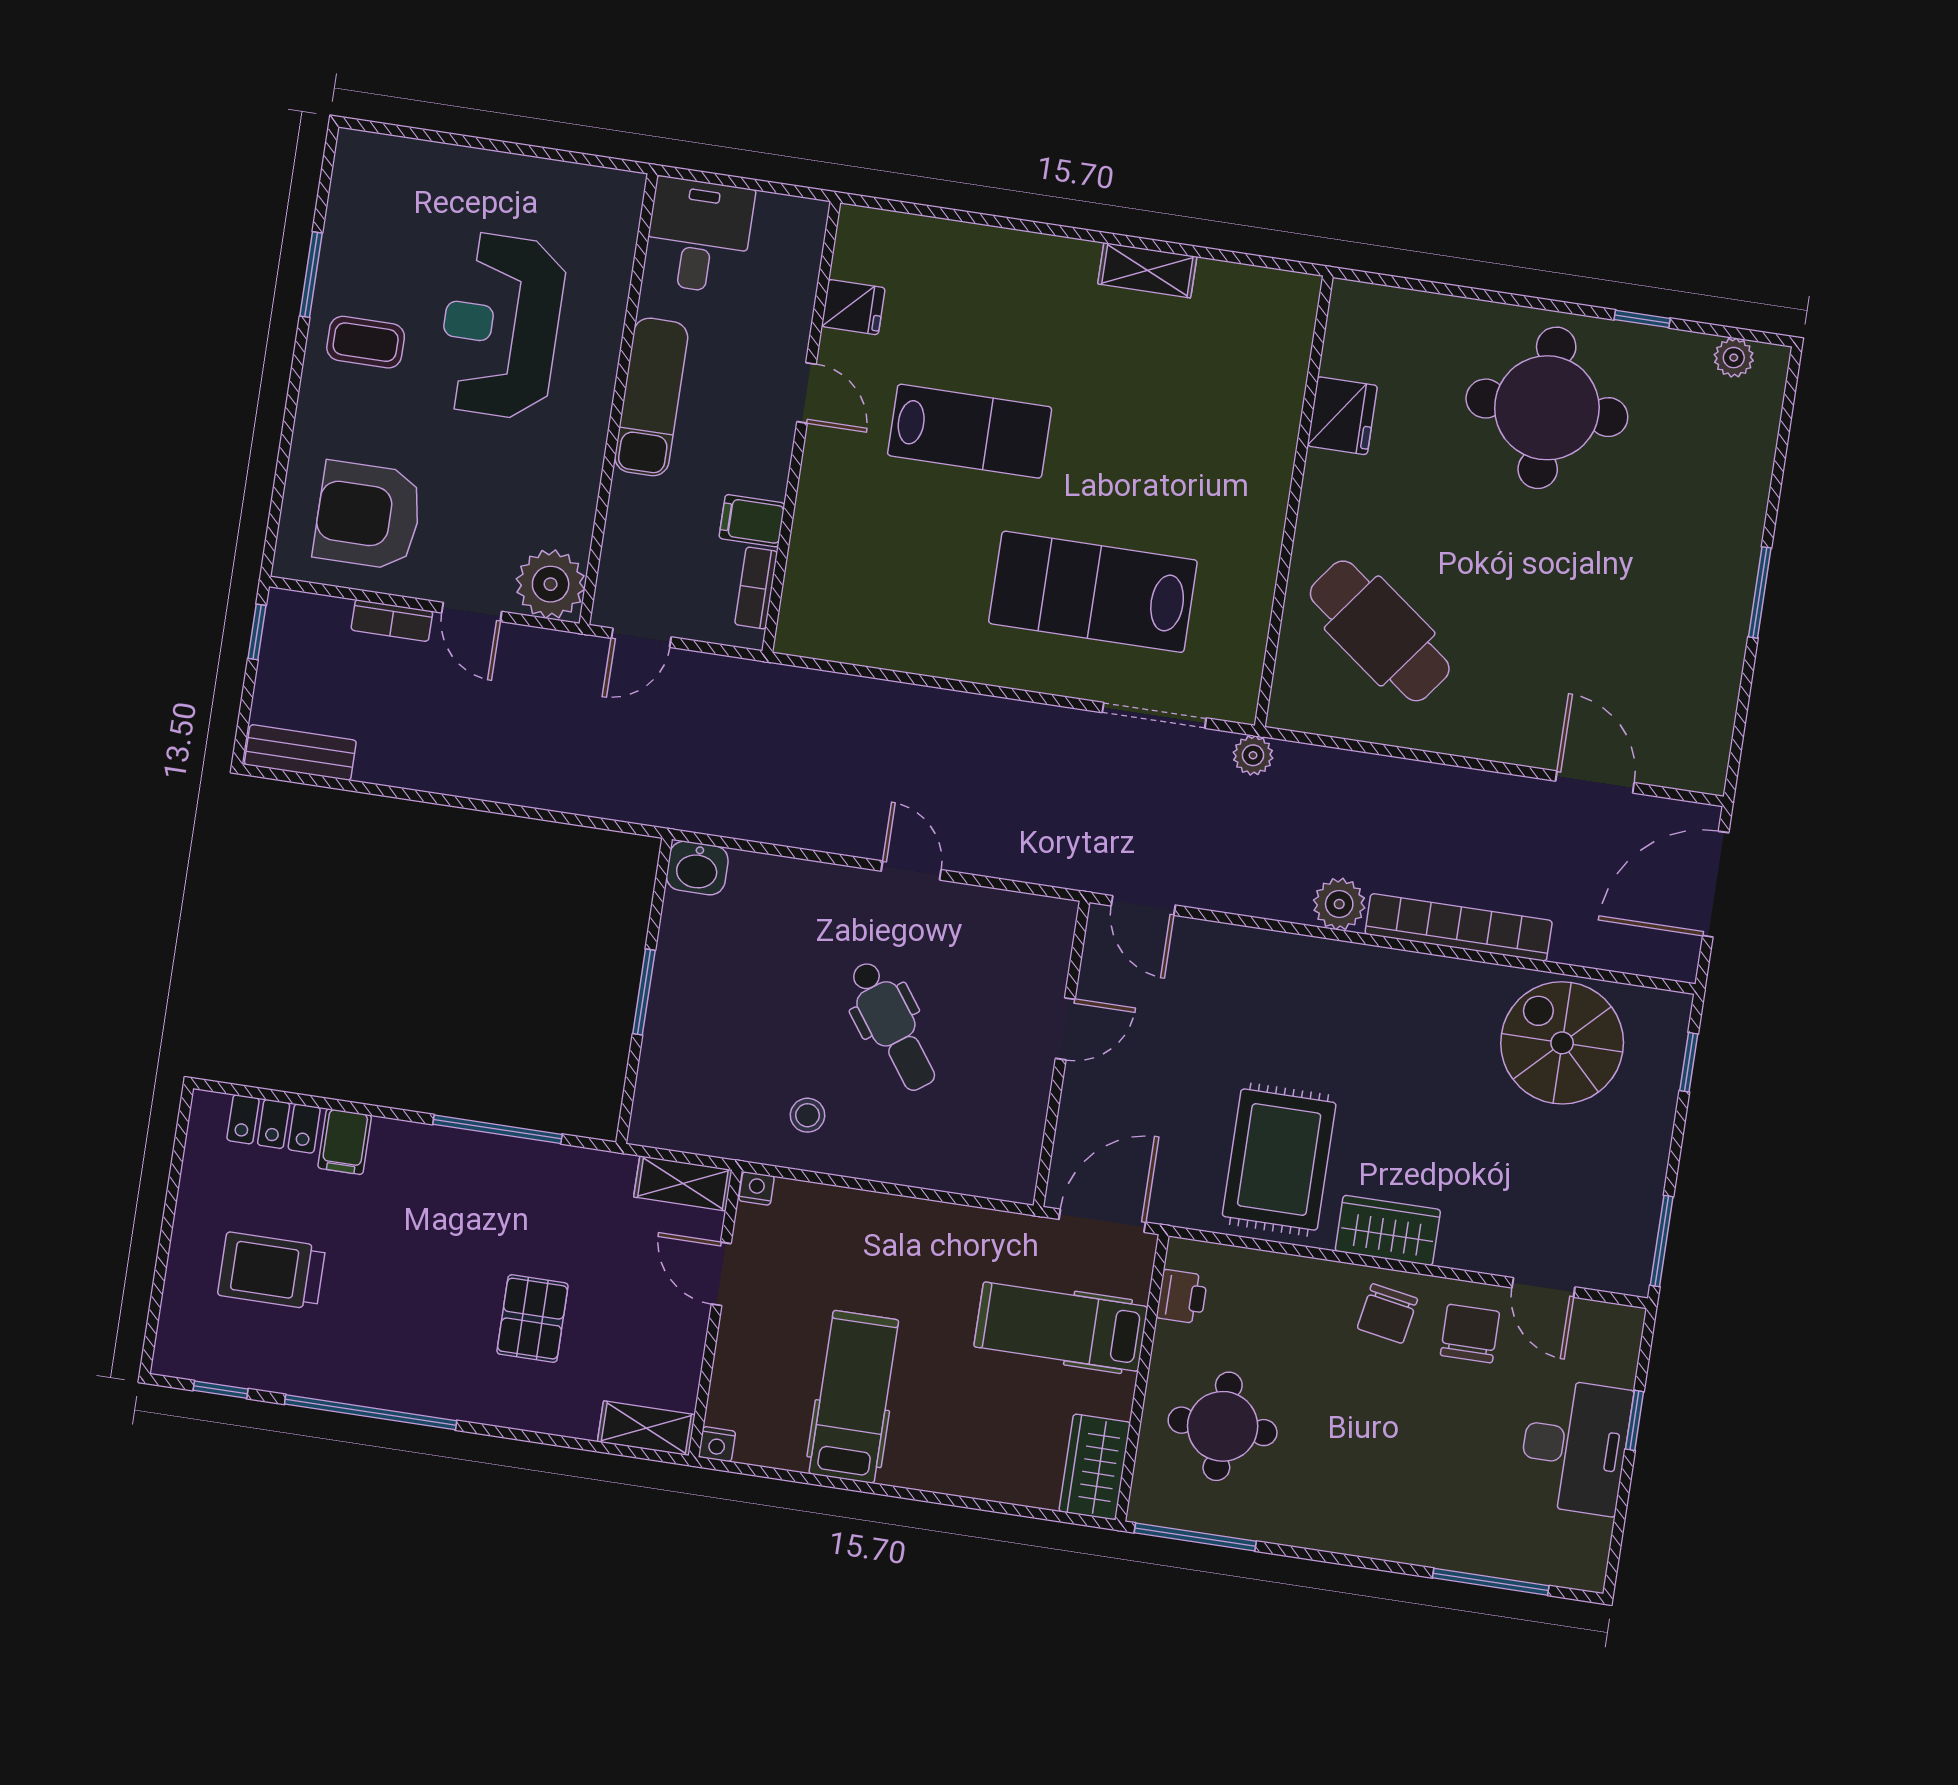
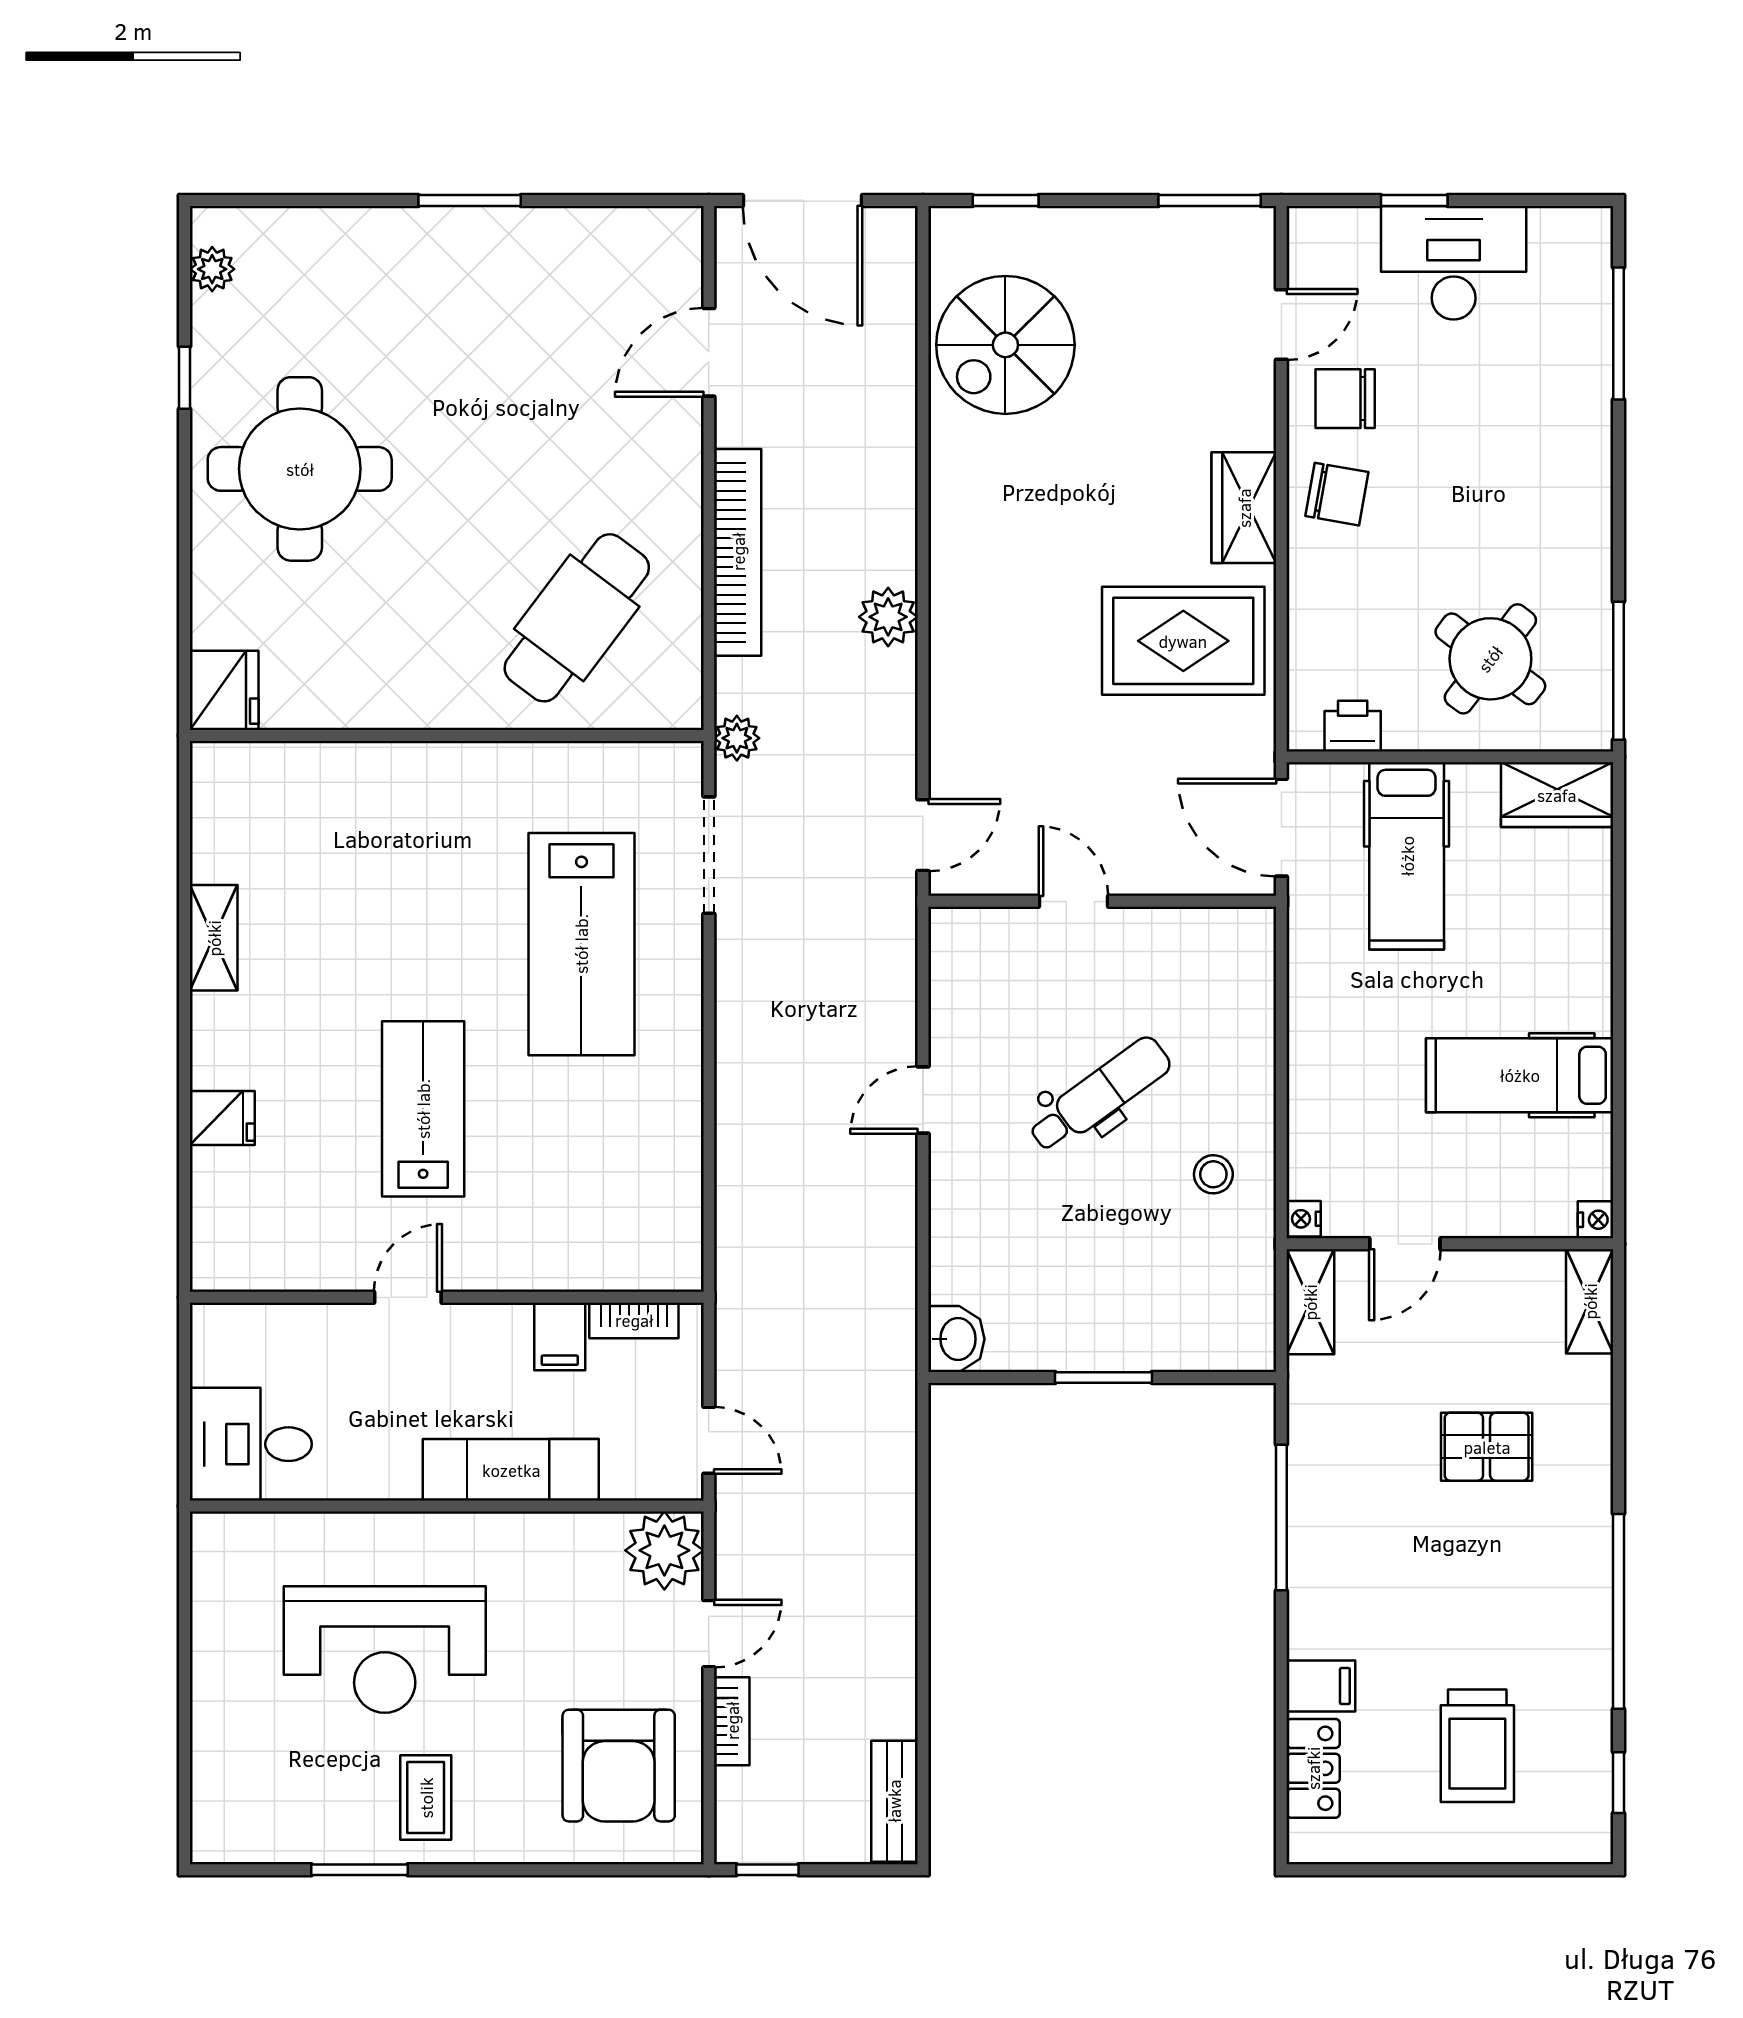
fridge: (853, 307) -> (222, 1118), moved, turned 90
exam couch: (651, 397) -> (511, 1470), moved
fridge: (1342, 416) -> (224, 690), moved, turned 90
bookcase: (1459, 927) -> (738, 552), moved, turned 180
round table: (1223, 1426) -> (1490, 659), turned 37

